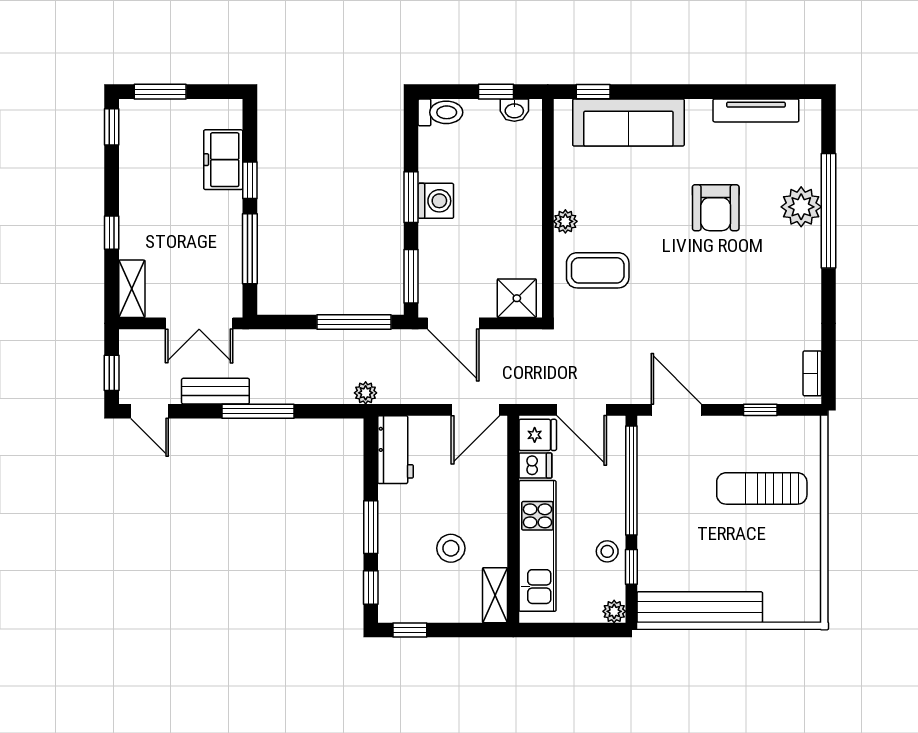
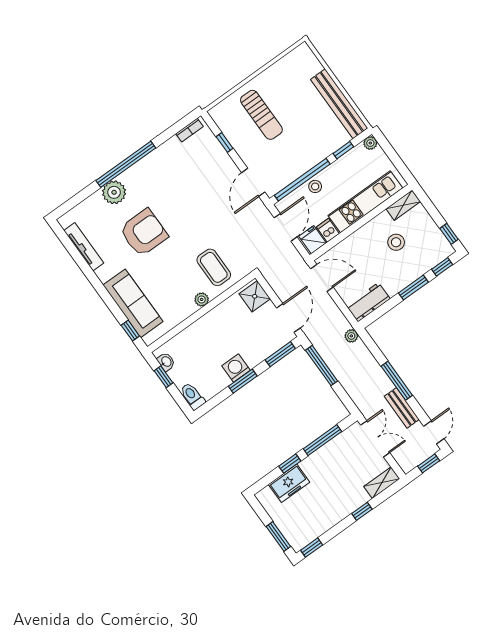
armchair: (716, 208) -> (144, 233), width x1.36, depth x1.36
window: (828, 211) -> (126, 164), moved
stool: (607, 551) -> (315, 186), moved

